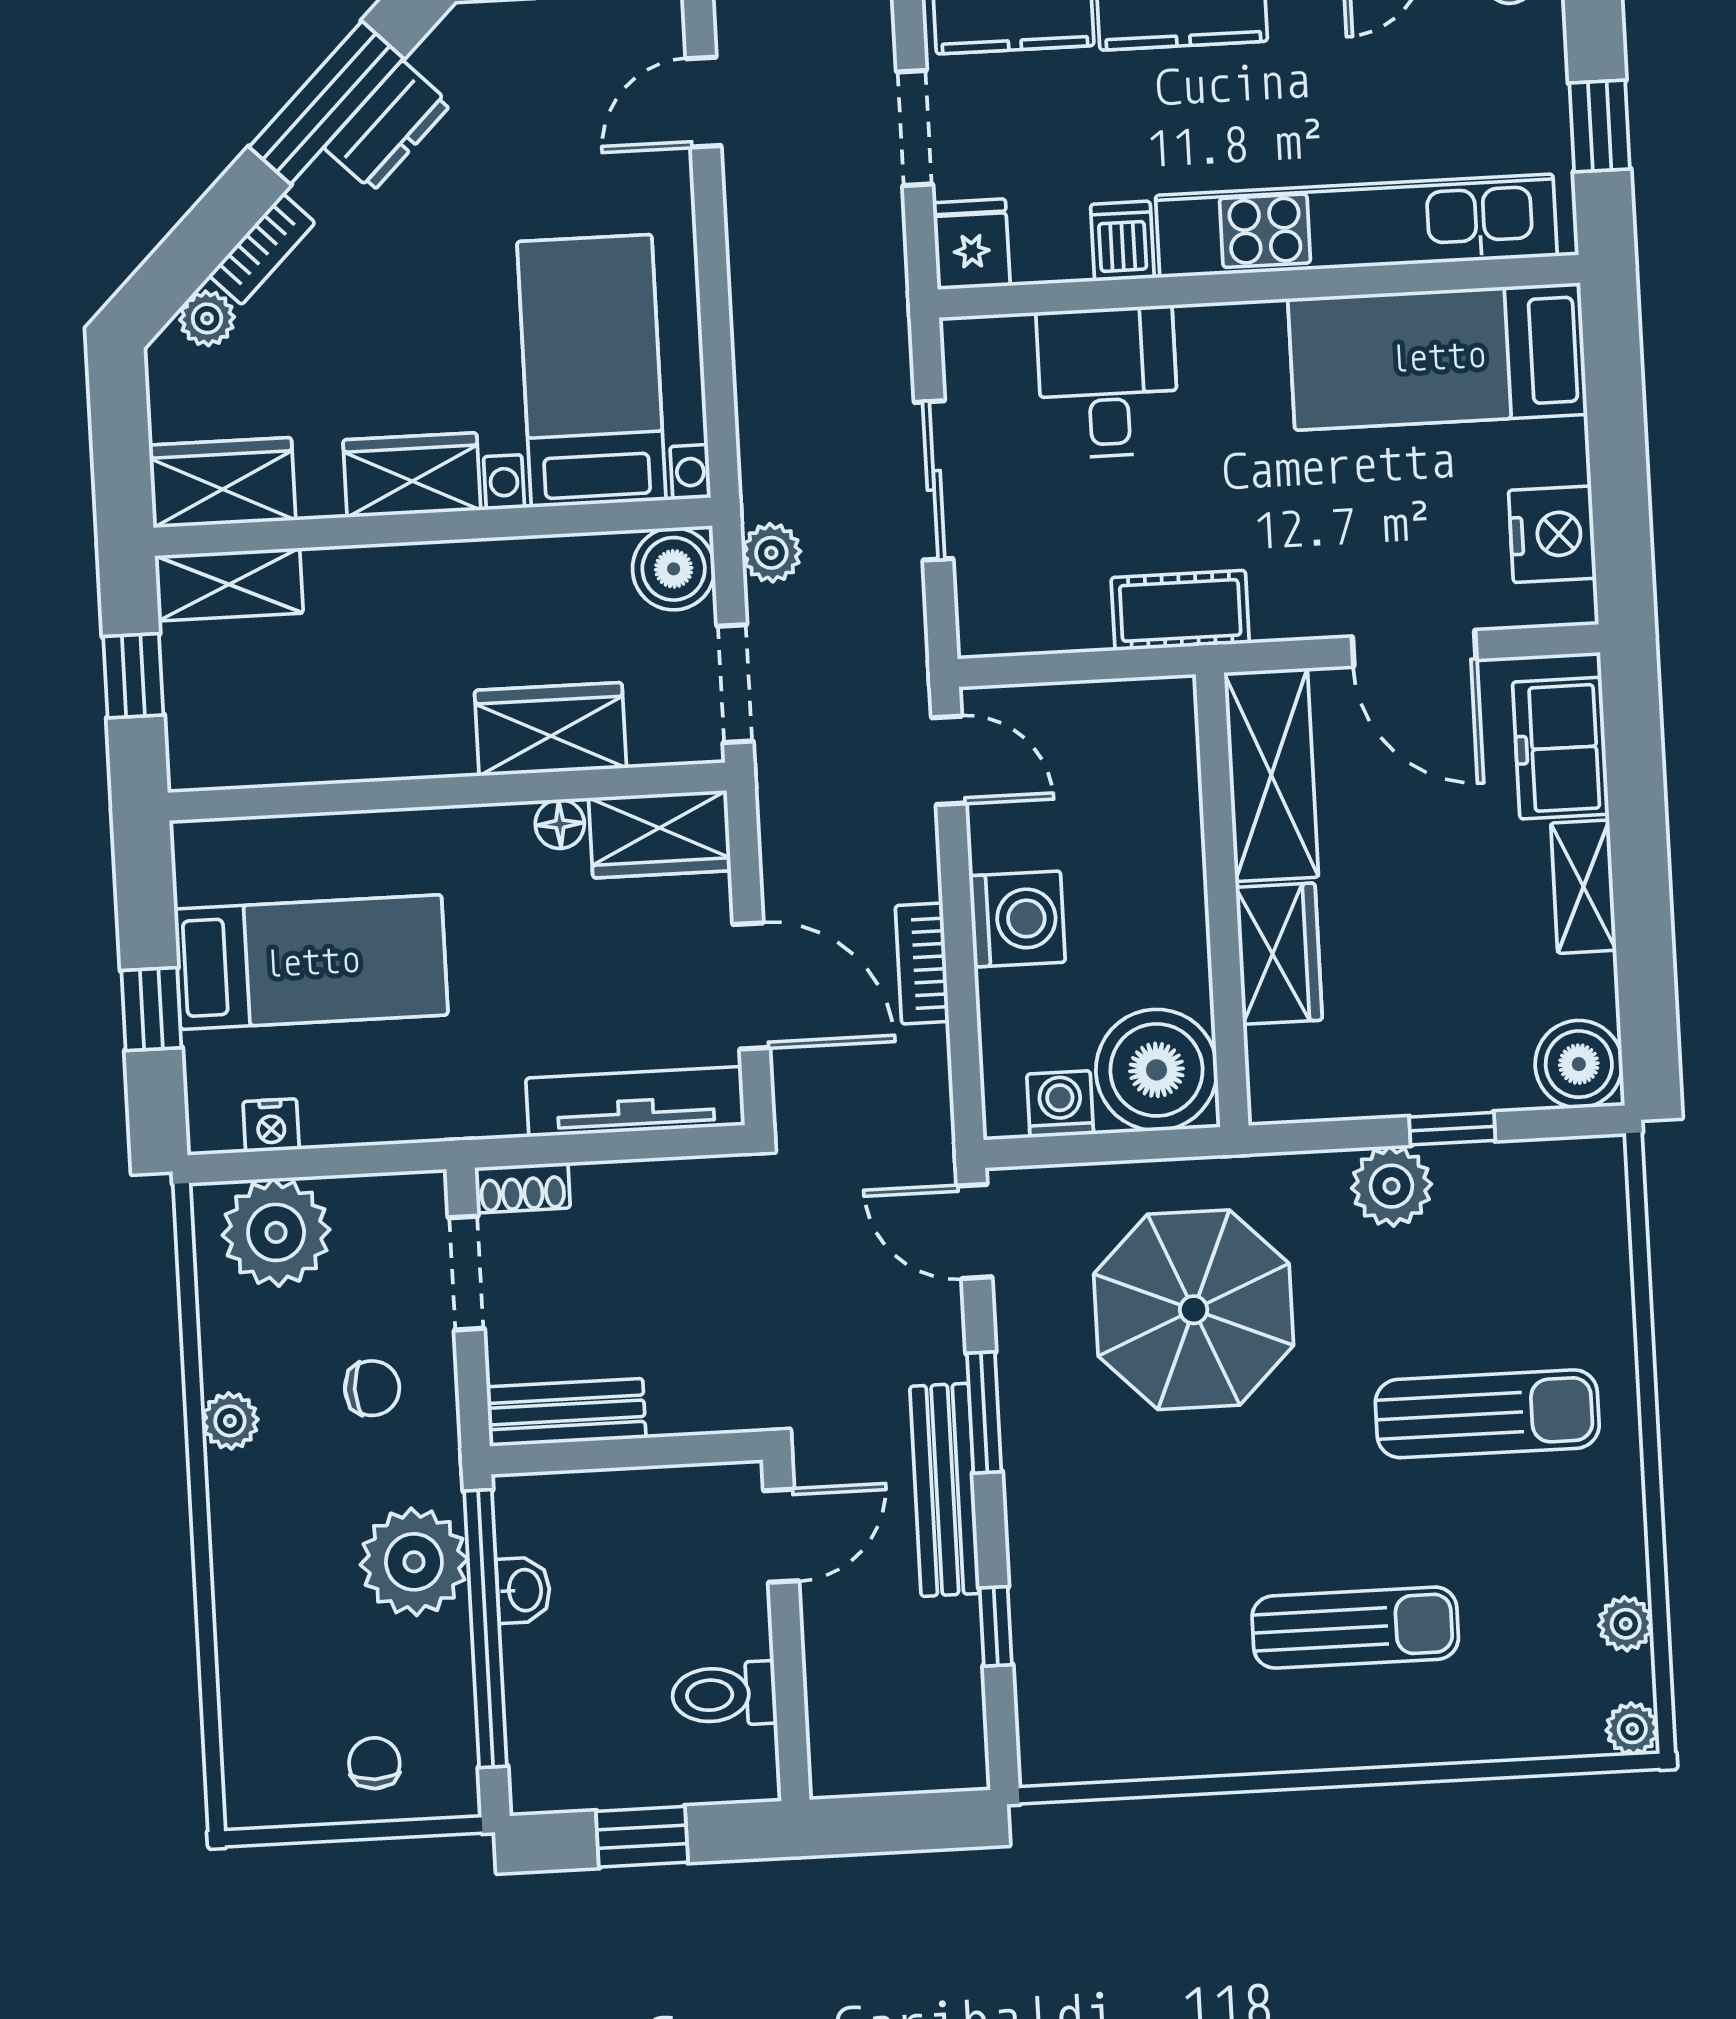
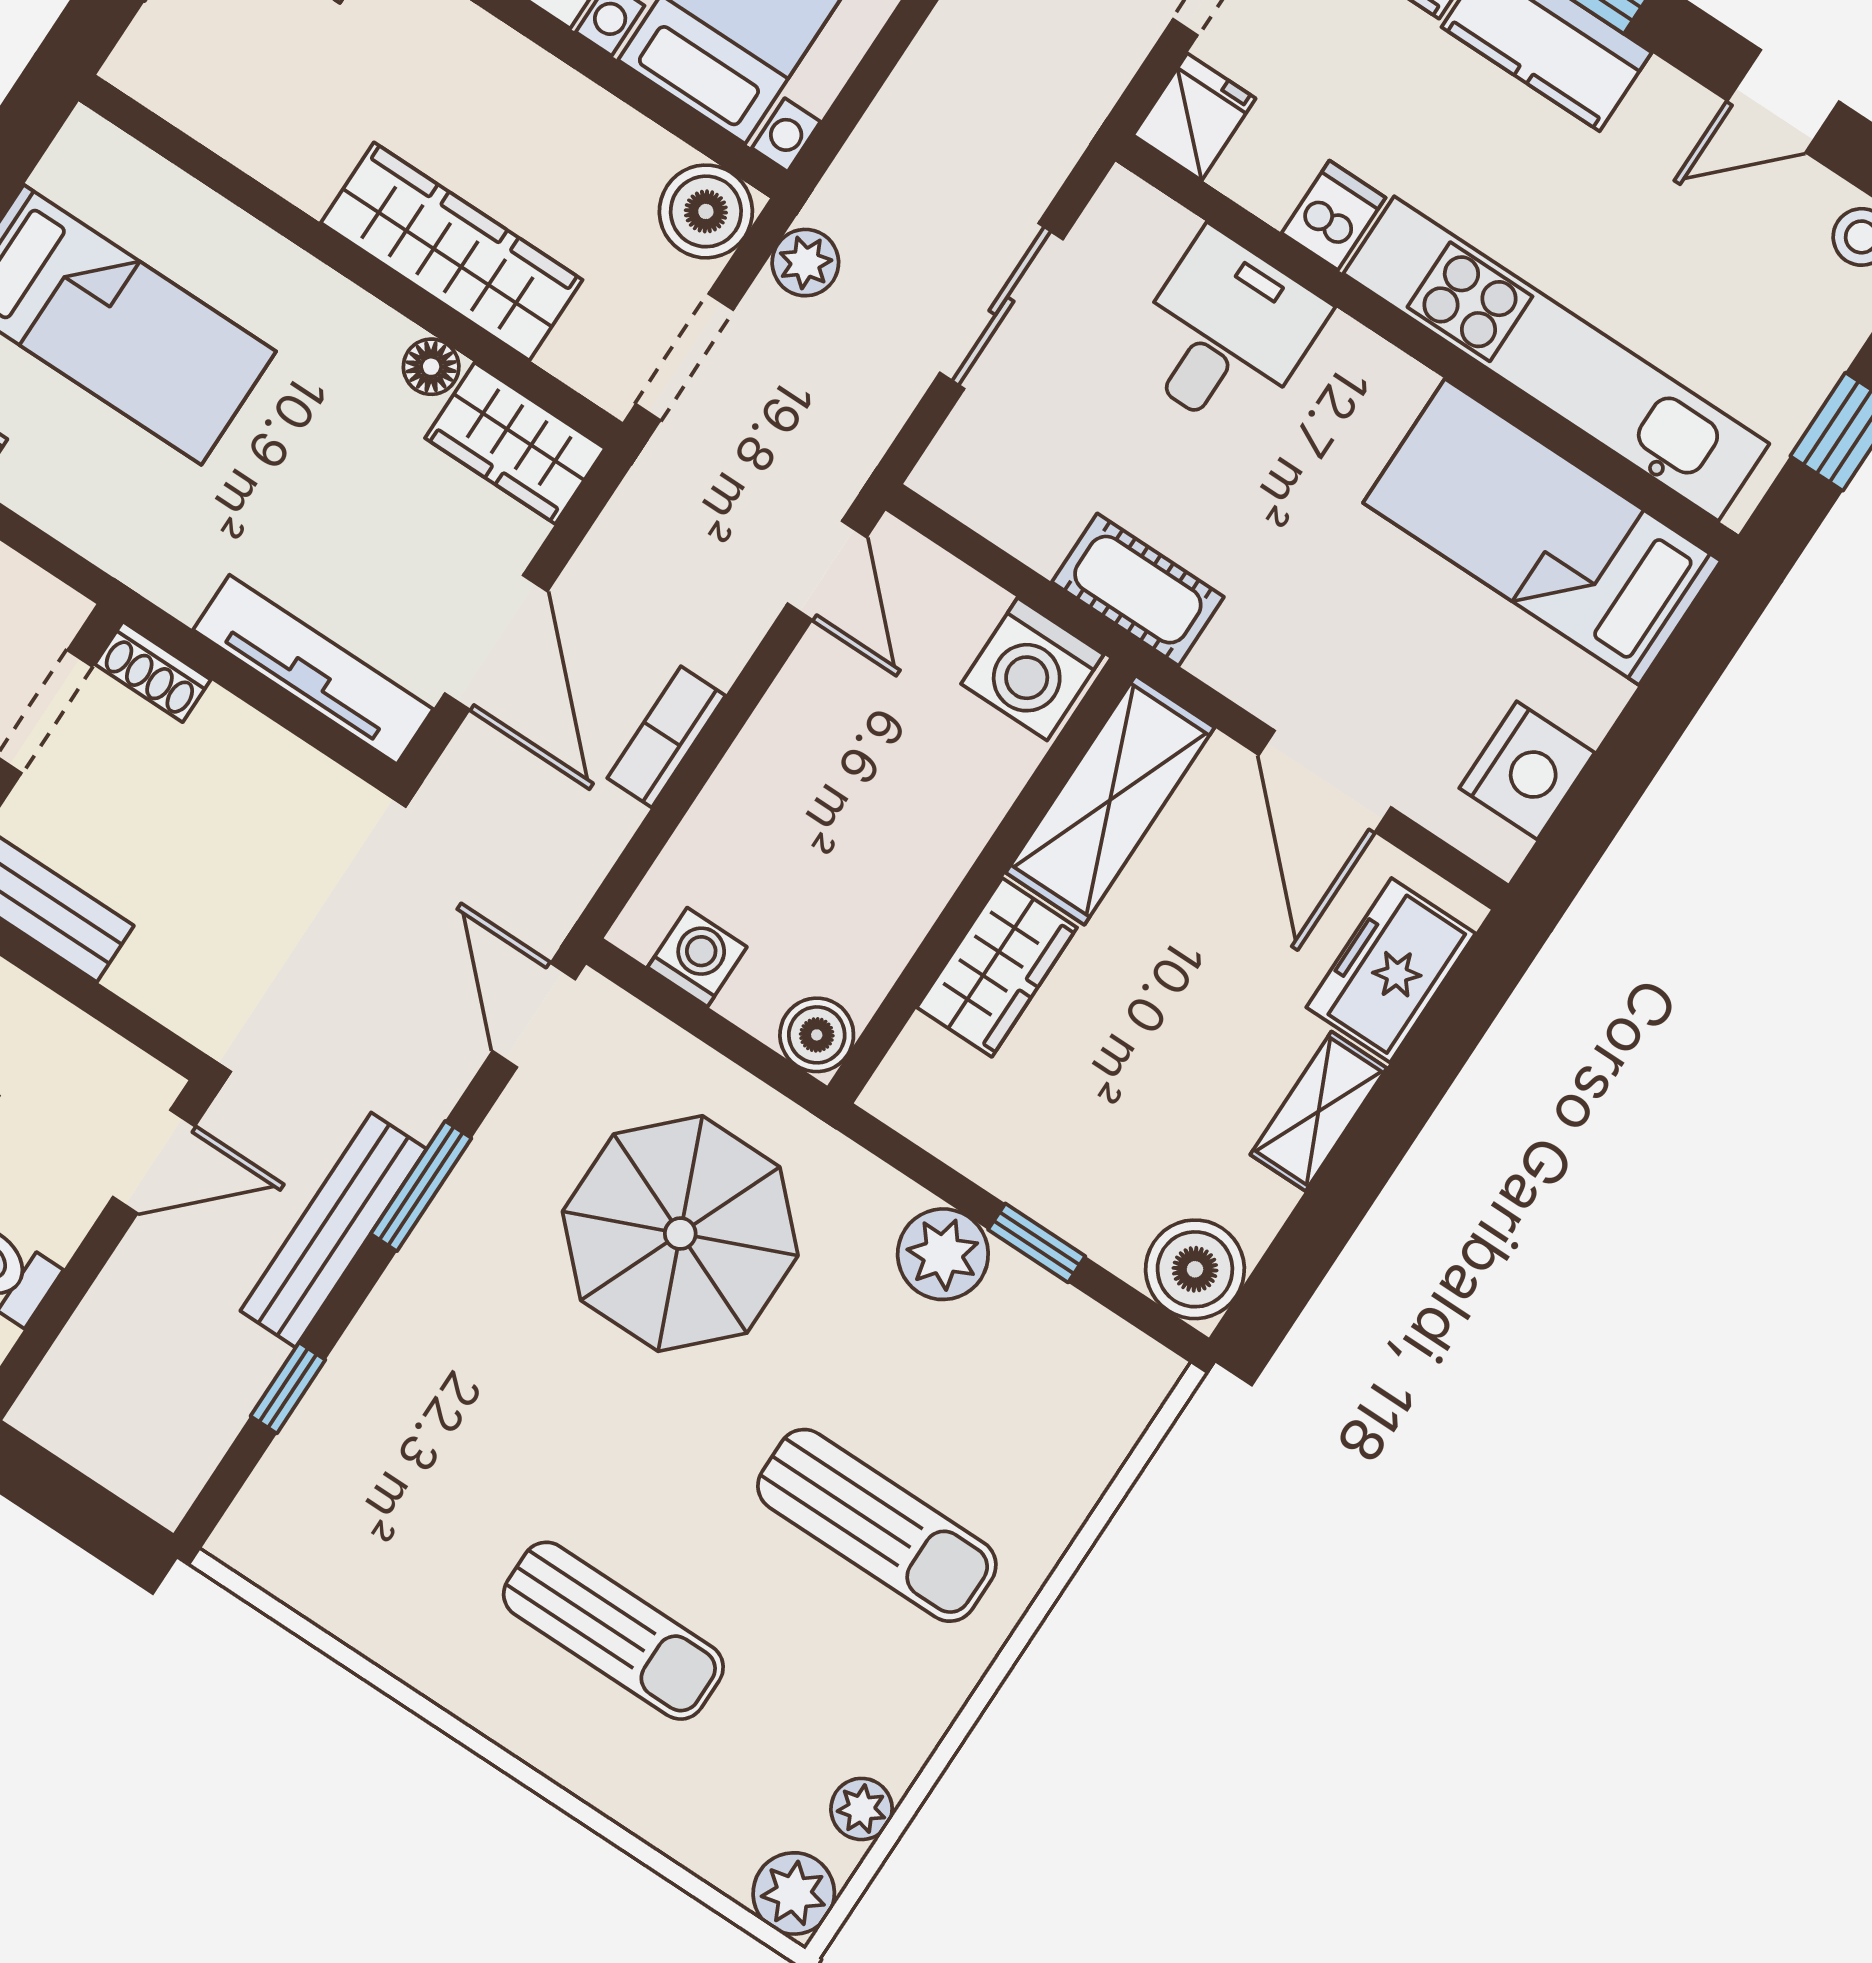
wardrobe: (550, 729) -> (452, 251), width x1.50
washing machine: (1017, 919) -> (1032, 669), moved, turned 90
boiler: (1157, 1070) -> (817, 1035), width x0.54, depth x0.54
plant: (1632, 1729) -> (794, 1893), width x1.38, depth x1.38

